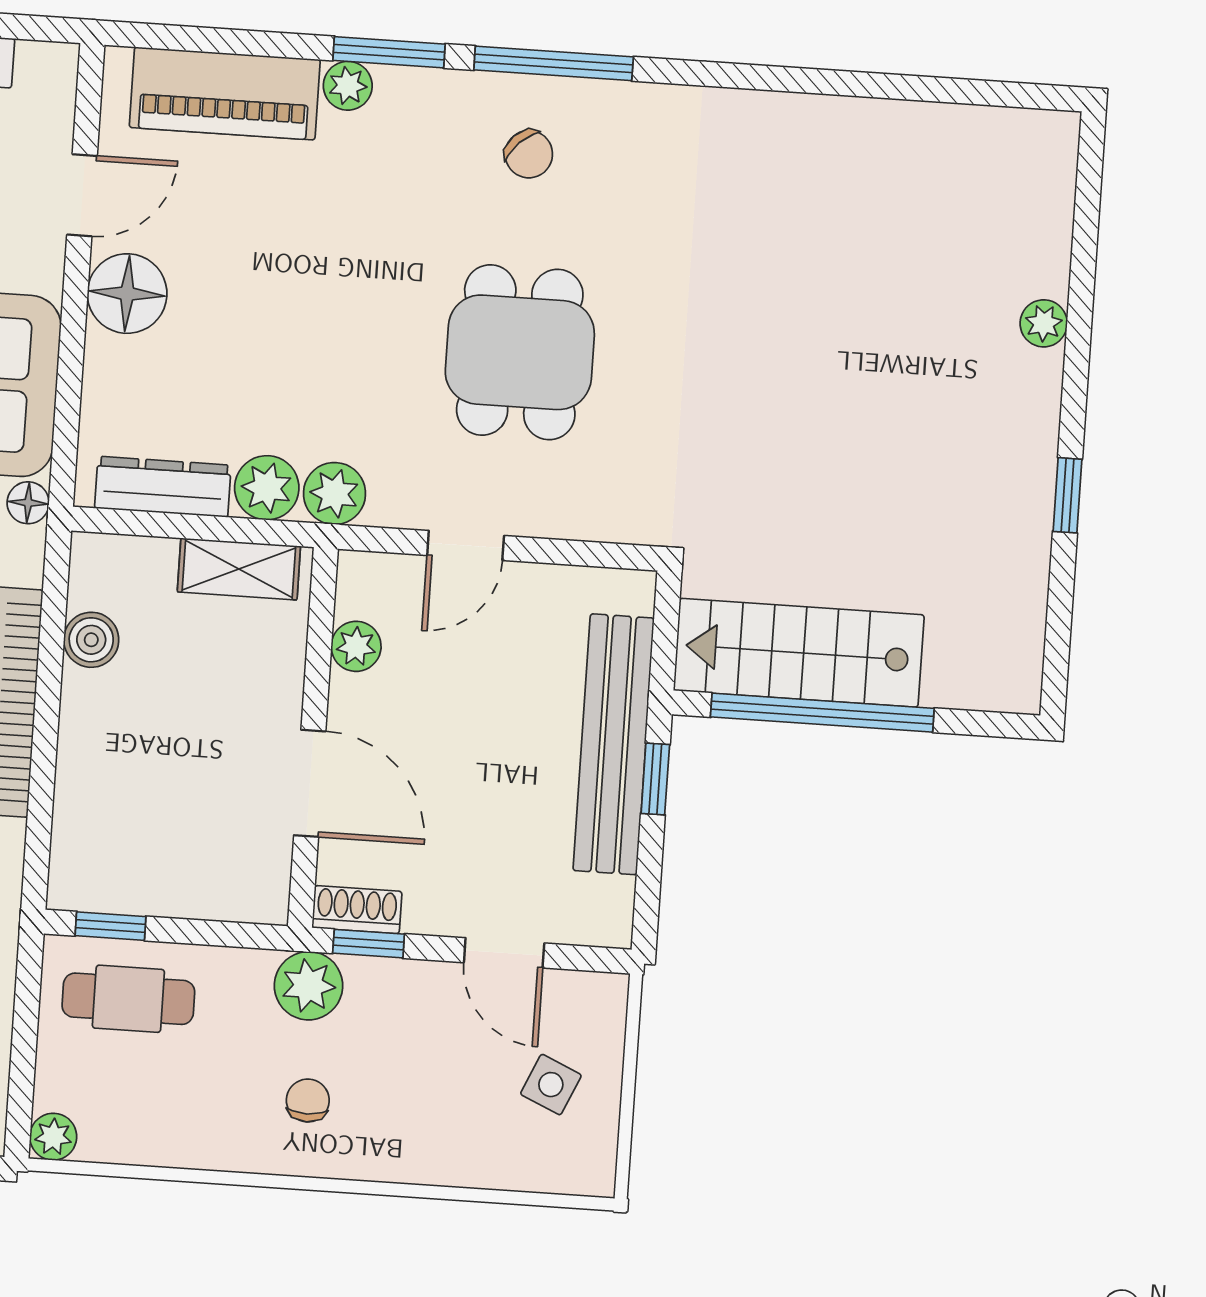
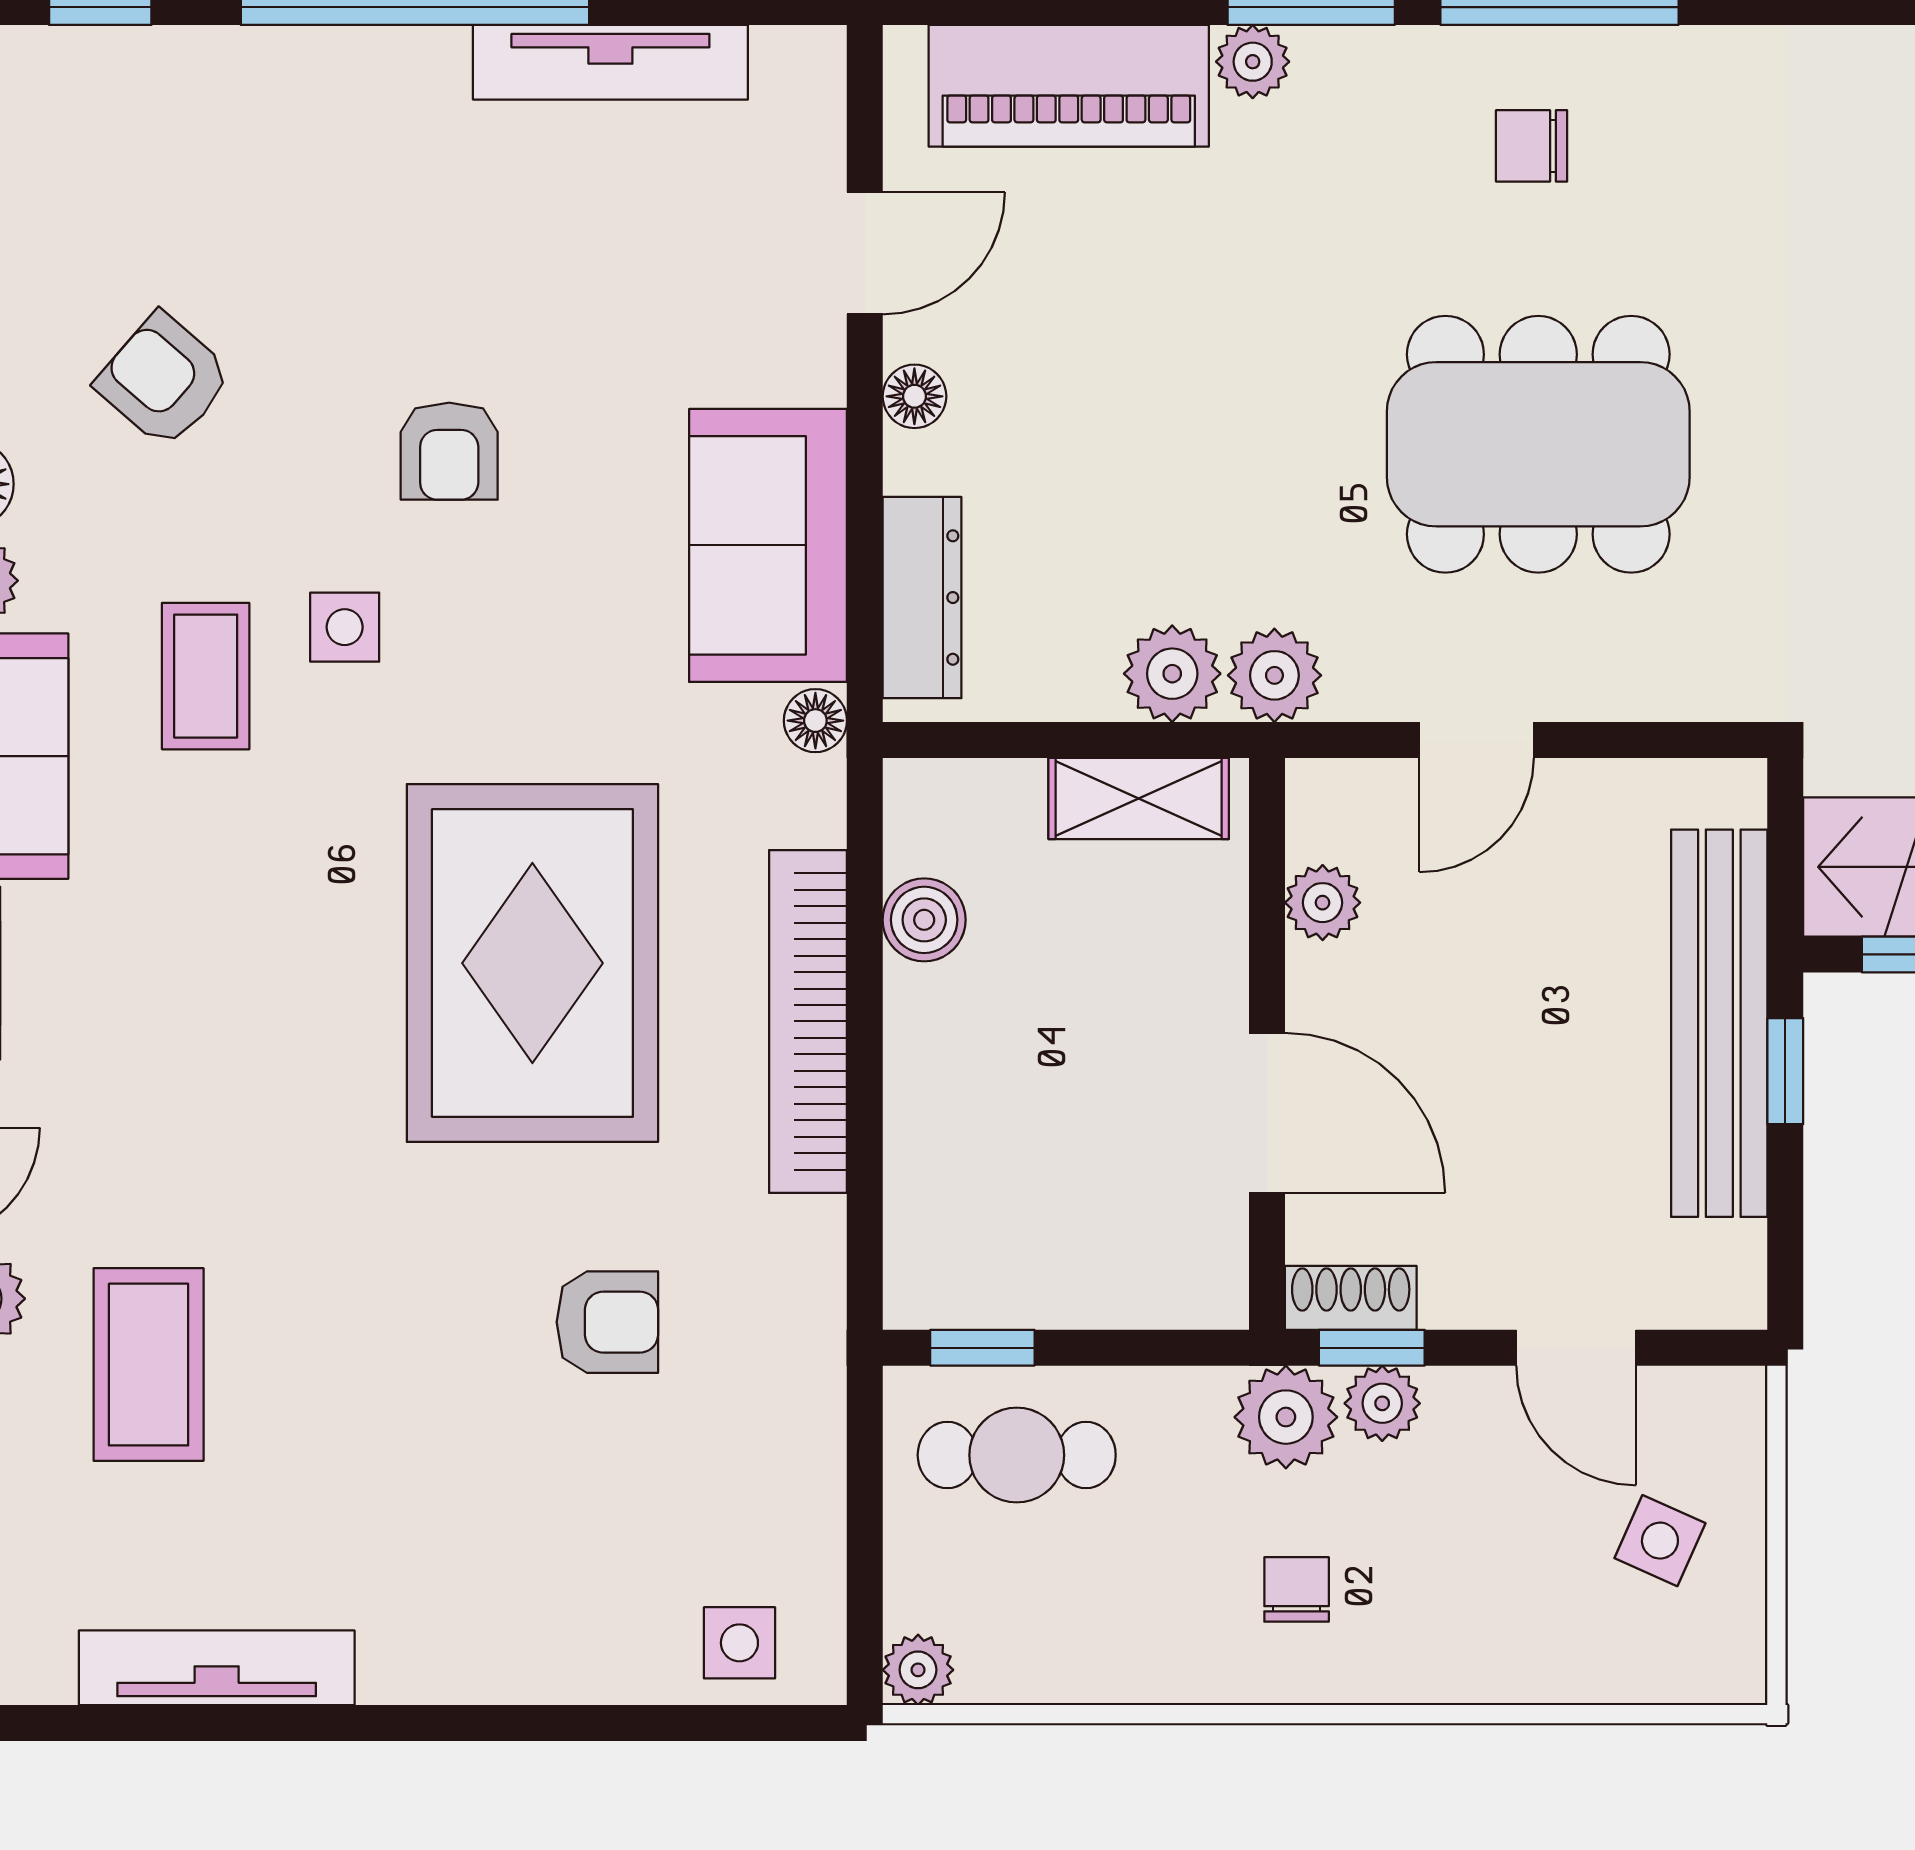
chair: (529, 154) -> (1532, 146), turned 134
floor lamp: (127, 294) -> (914, 396), width x0.53, depth x0.53
dining table: (520, 352) -> (1538, 444), width x1.38
dresser: (163, 487) -> (922, 598), moved, turned 90
plant: (373, 981) -> (1382, 1403), added

